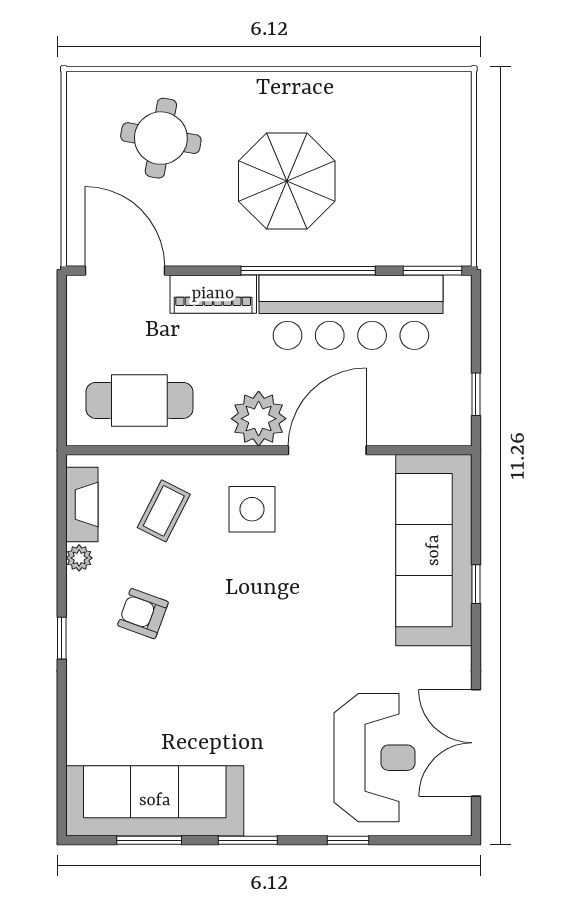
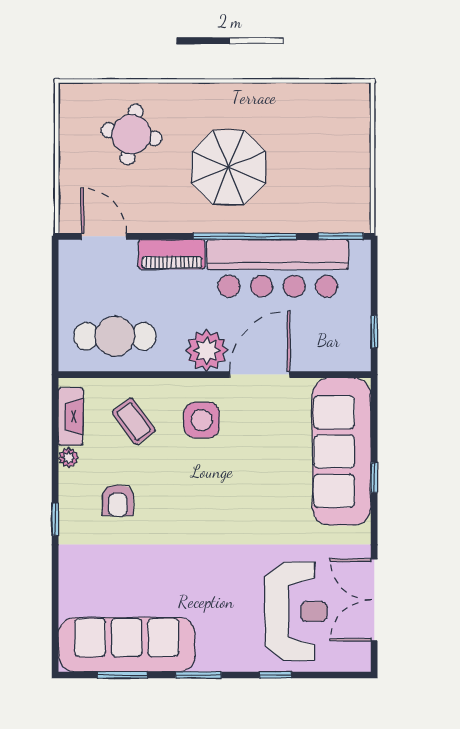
door: (125, 271) -> (104, 236), width x0.73
coffee table: (164, 511) -> (134, 421), turned -63
armchair: (143, 614) -> (118, 500), turned -110

